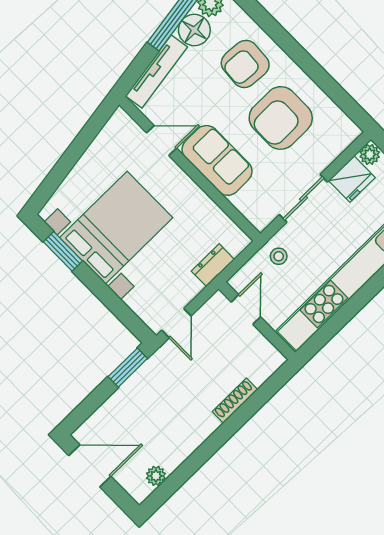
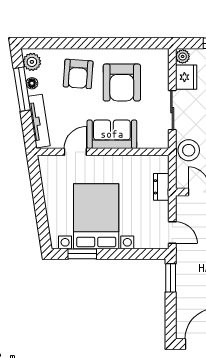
floor lamp: (194, 30) -> (32, 83), width x0.53, depth x0.53
stool: (279, 256) -> (189, 150), width x1.89, depth x1.89

